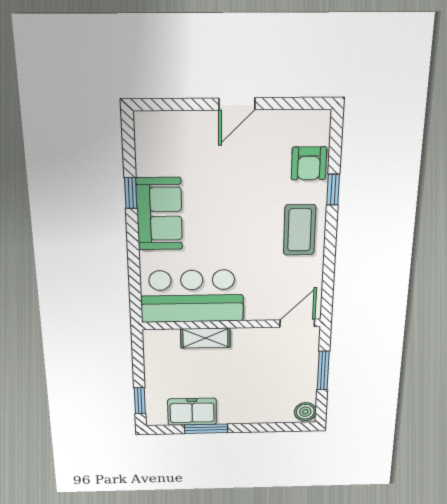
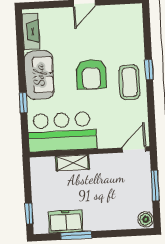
fireplace: (147, 146) -> (31, 31), added
armchair: (309, 163) -> (91, 74), moved, width x1.38, depth x1.38
window: (333, 190) -> (149, 70), moved
window: (131, 193) -> (23, 103), moved

